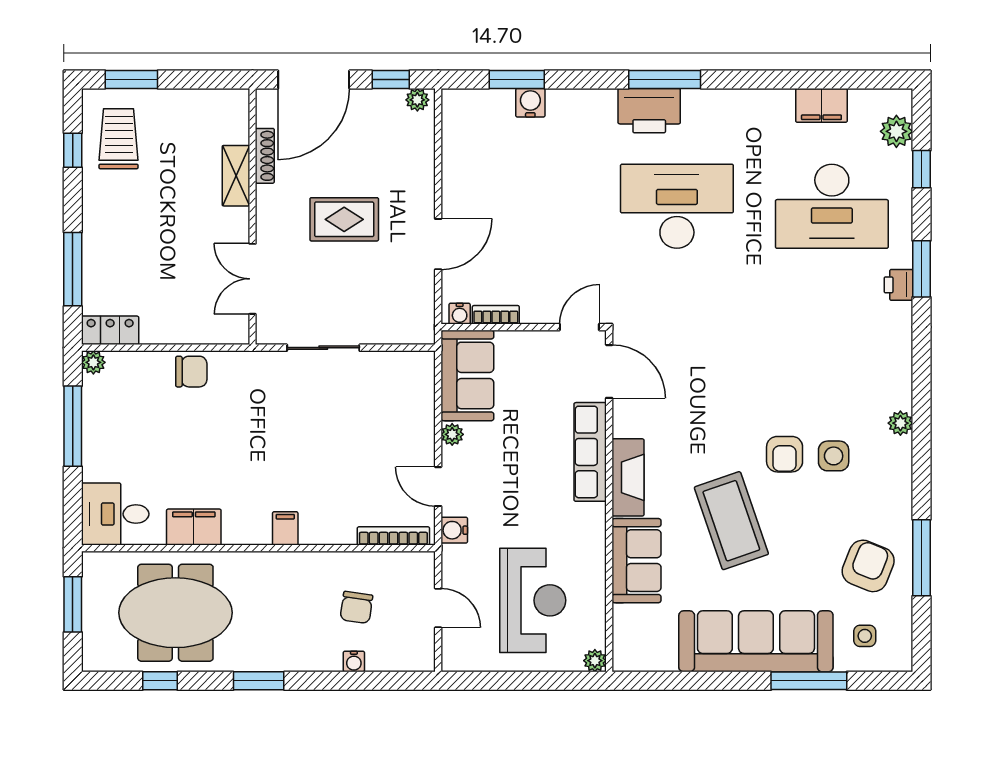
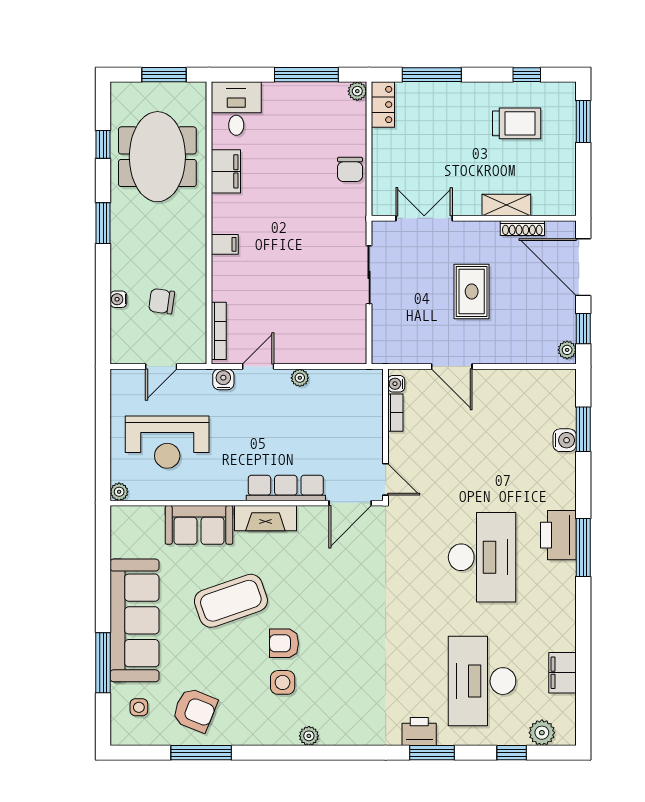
trolley: (119, 139) -> (517, 123), moved
printer: (898, 285) -> (419, 732), width x1.36, depth x1.24
sofa: (467, 375) -> (347, 390), removed

